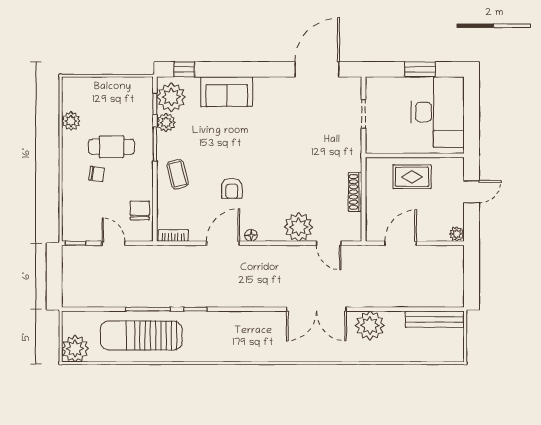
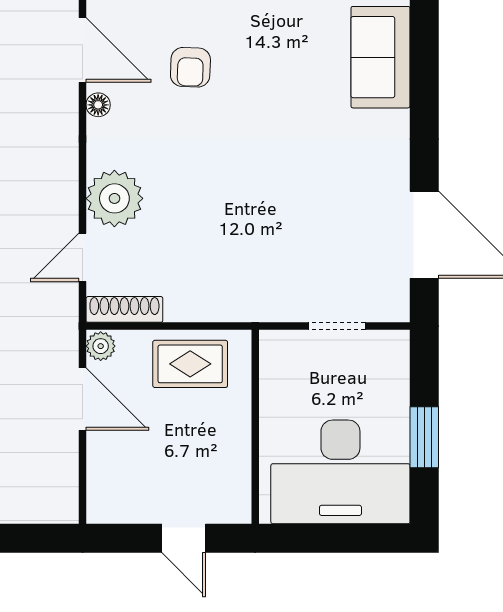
rug: (412, 177) -> (190, 364), moved, turned 90
armchair: (232, 188) -> (190, 67), turned -88
shoe rack: (355, 192) -> (124, 309), moved
plant: (457, 234) -> (101, 346), moved

